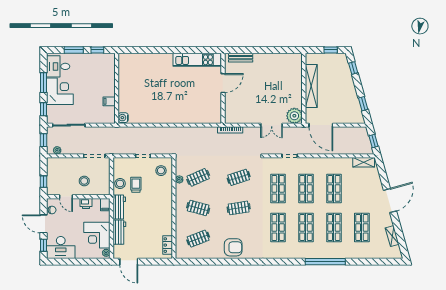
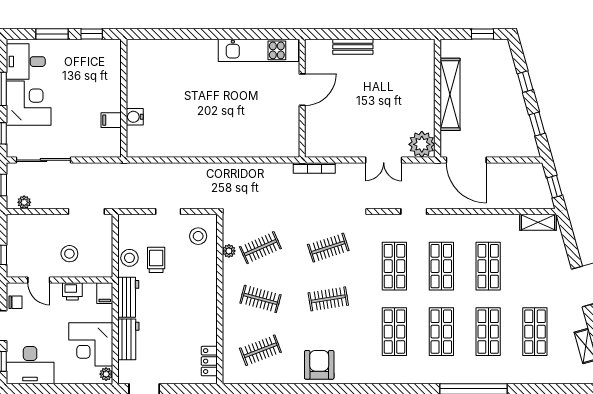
bench: (241, 58) -> (353, 47), moved
window: (353, 68) -> (525, 82), moved
water cooler: (123, 118) -> (135, 117), moved
armchair: (233, 247) -> (319, 365), turned -90

